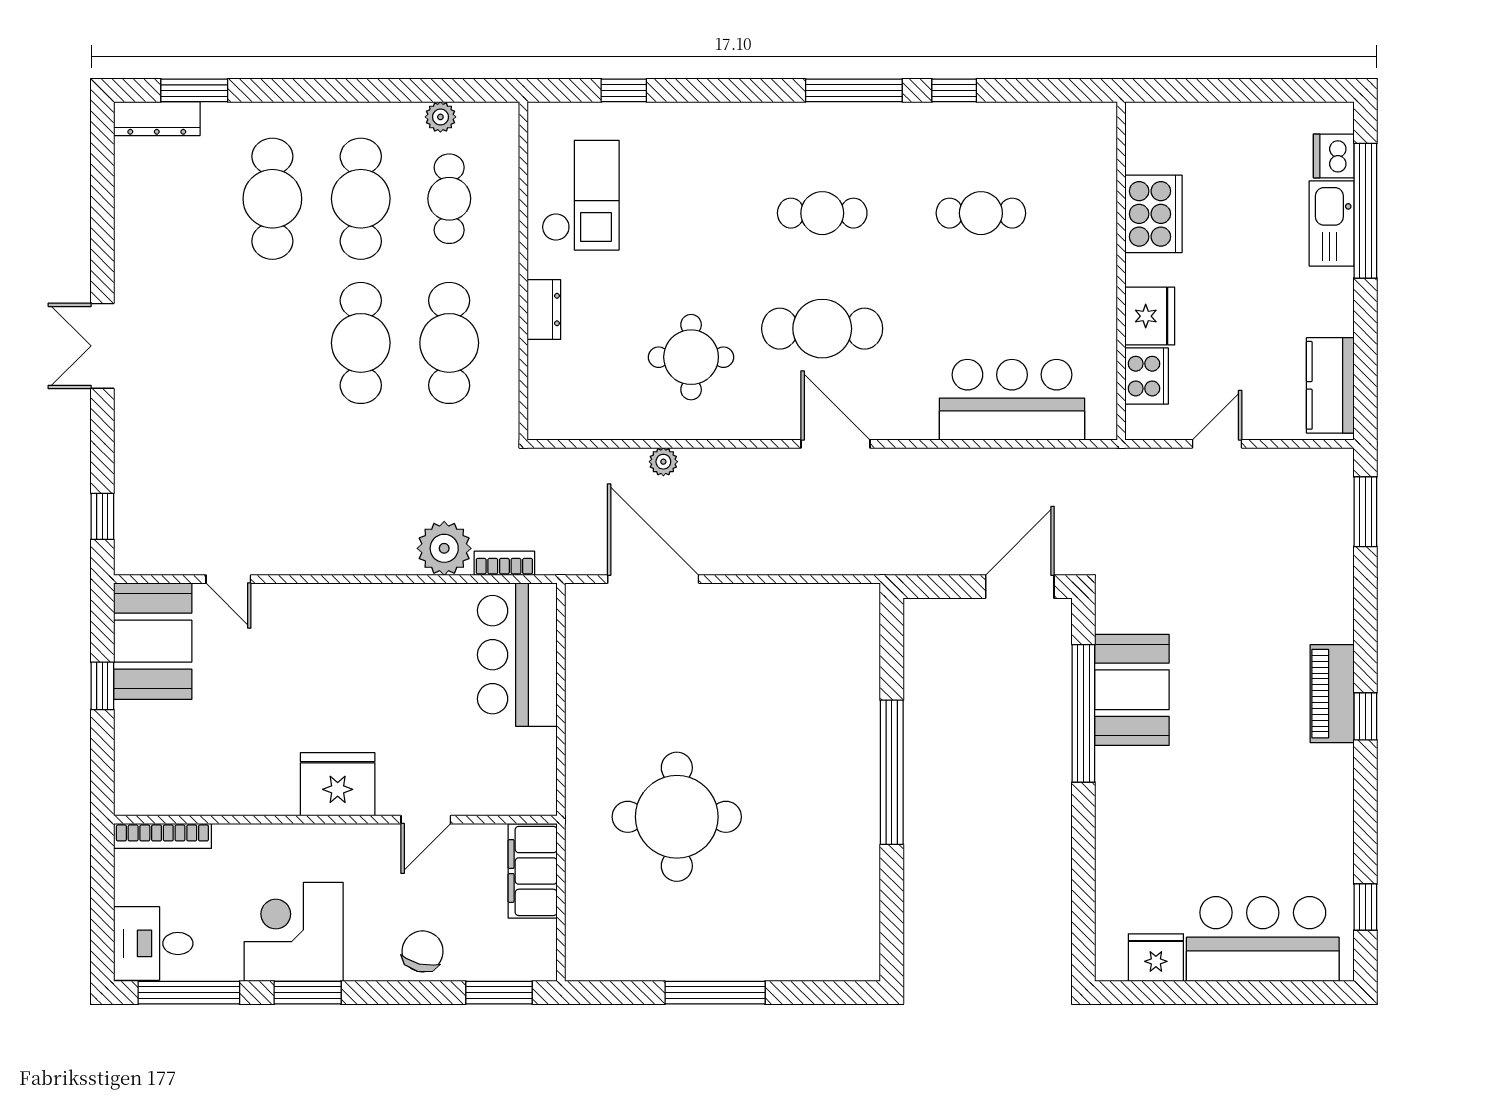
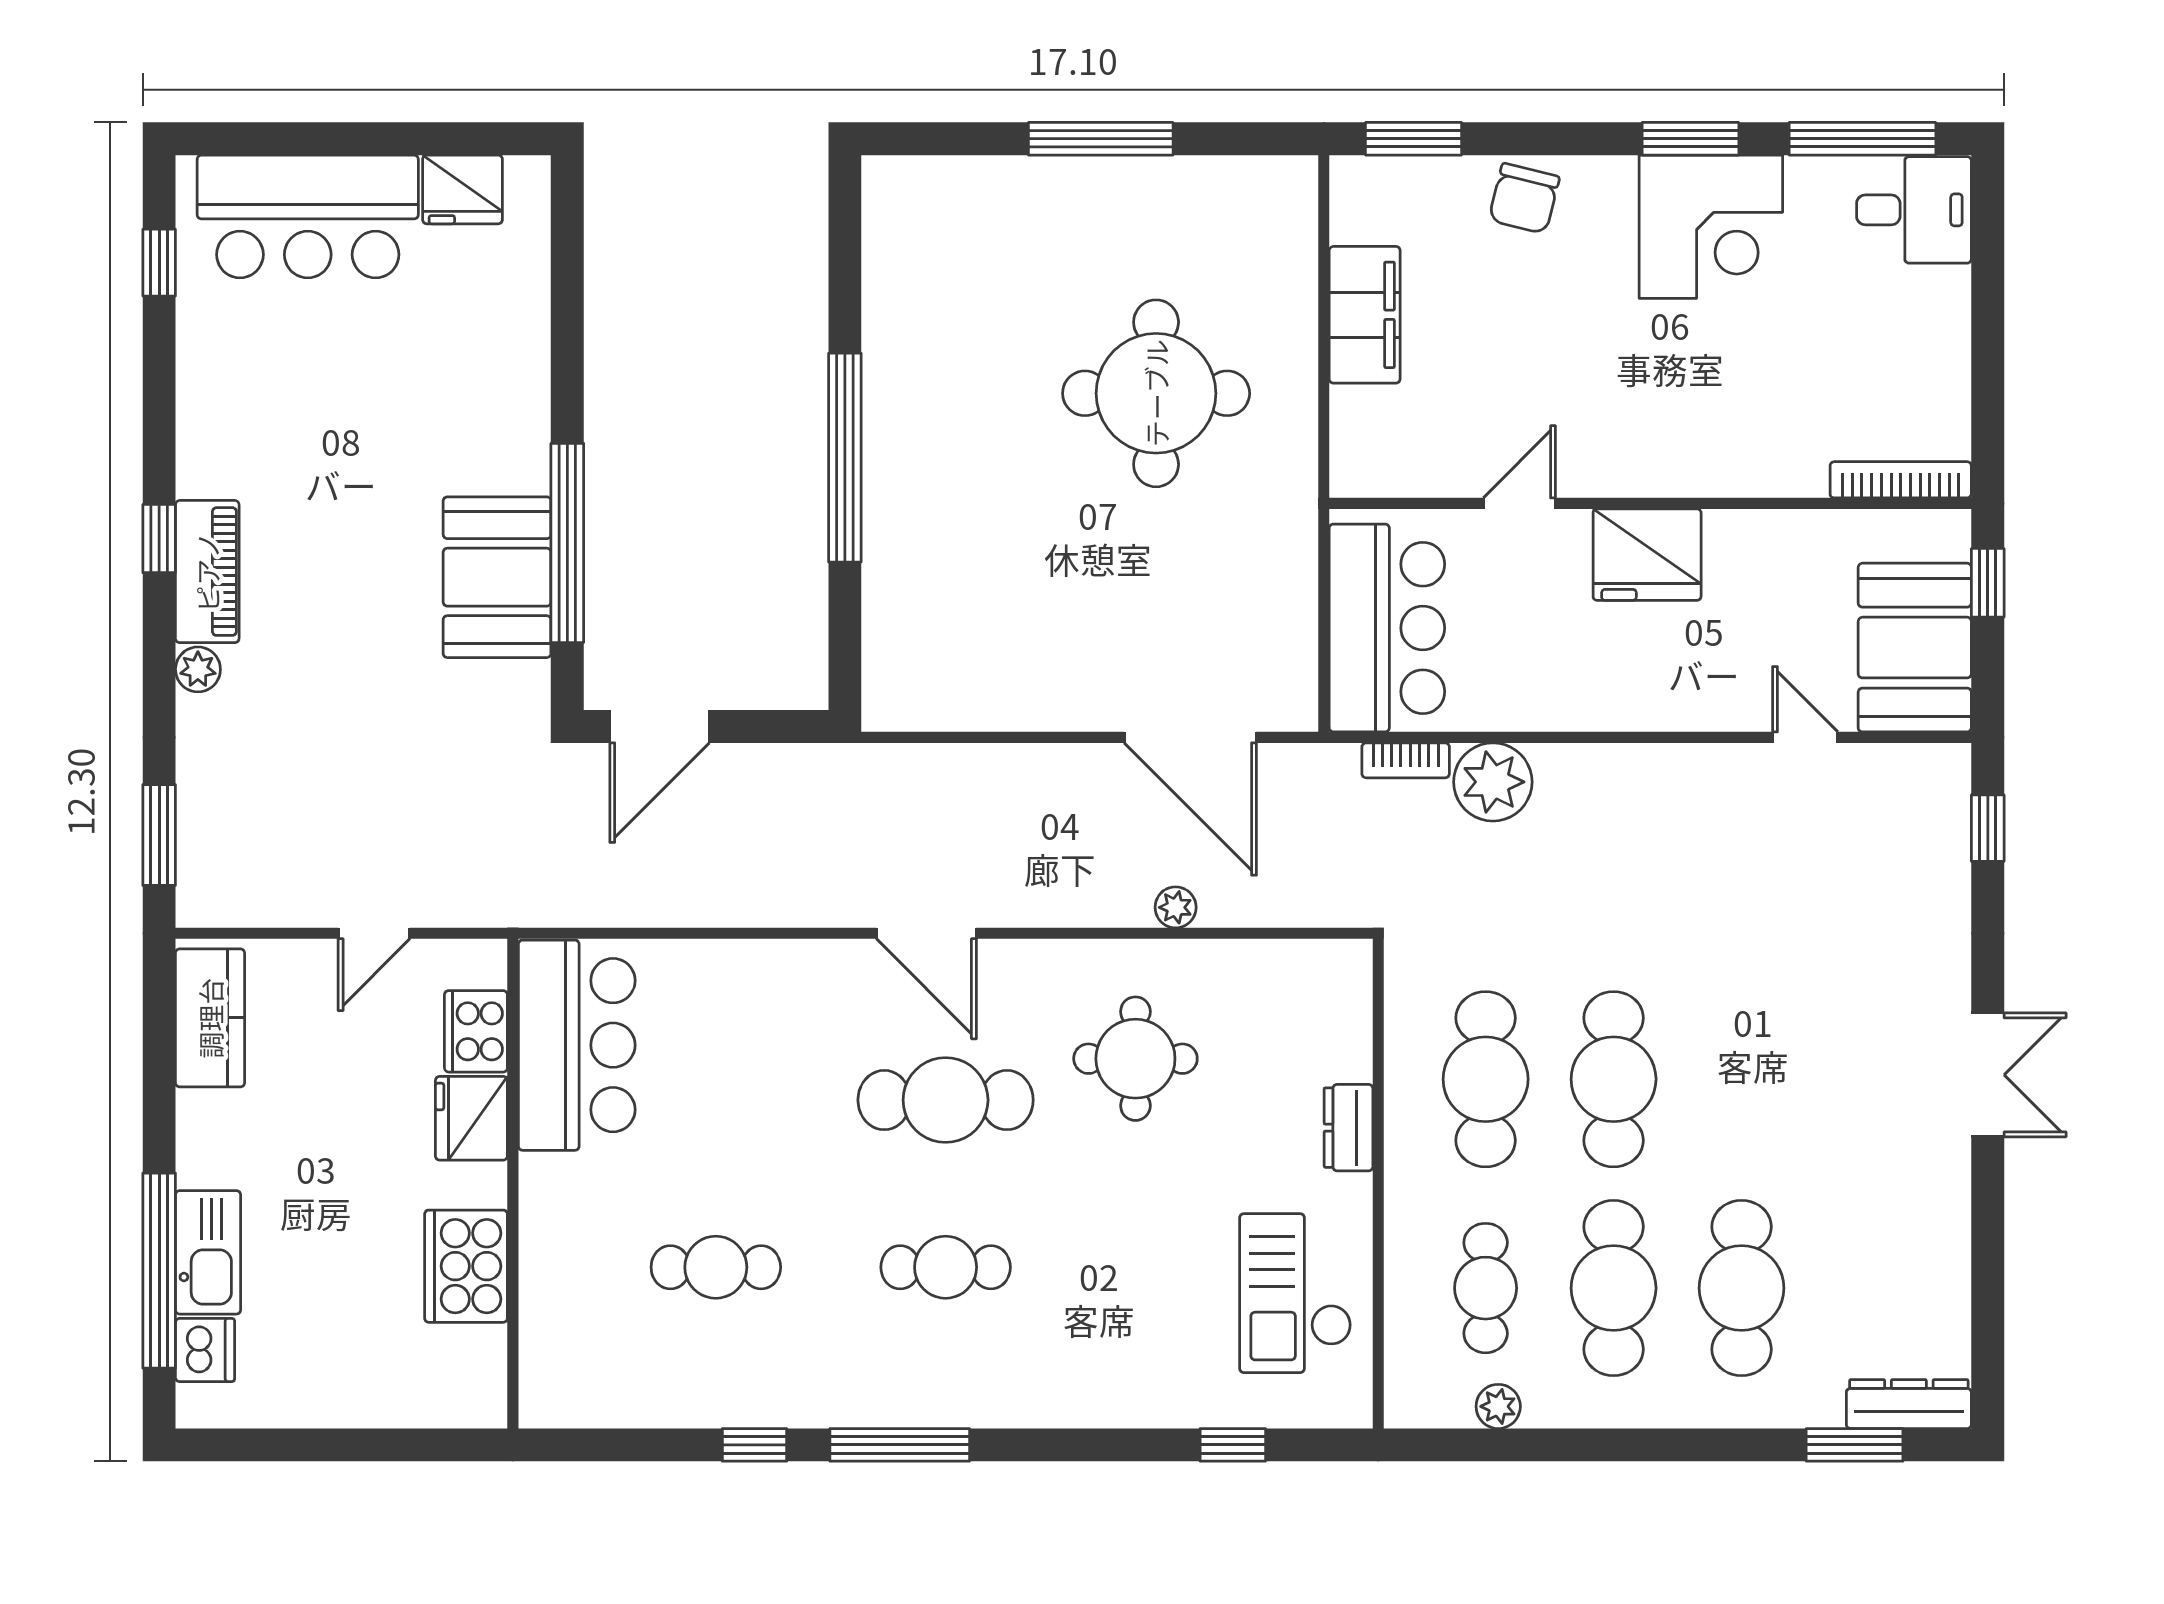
bar counter: (1012, 400) -> (577, 1045), moved, turned -90
plant: (1339, 626) -> (198, 669), added
fridge: (338, 784) -> (1647, 555), moved
wall: (335, 820) -> (1650, 503), moved
door: (426, 820) -> (1519, 503), moved
bookcase: (162, 836) -> (1901, 480), moved

